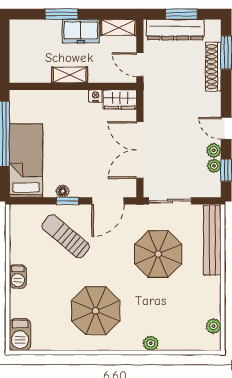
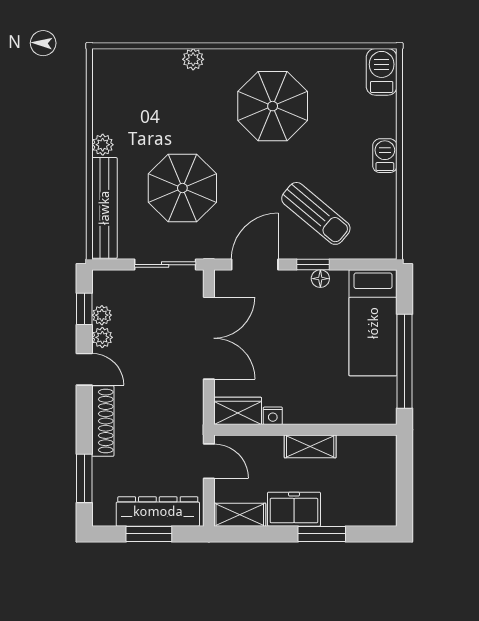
shoe rack: (213, 67) -> (103, 421), moved
plant: (213, 326) -> (103, 145), moved

